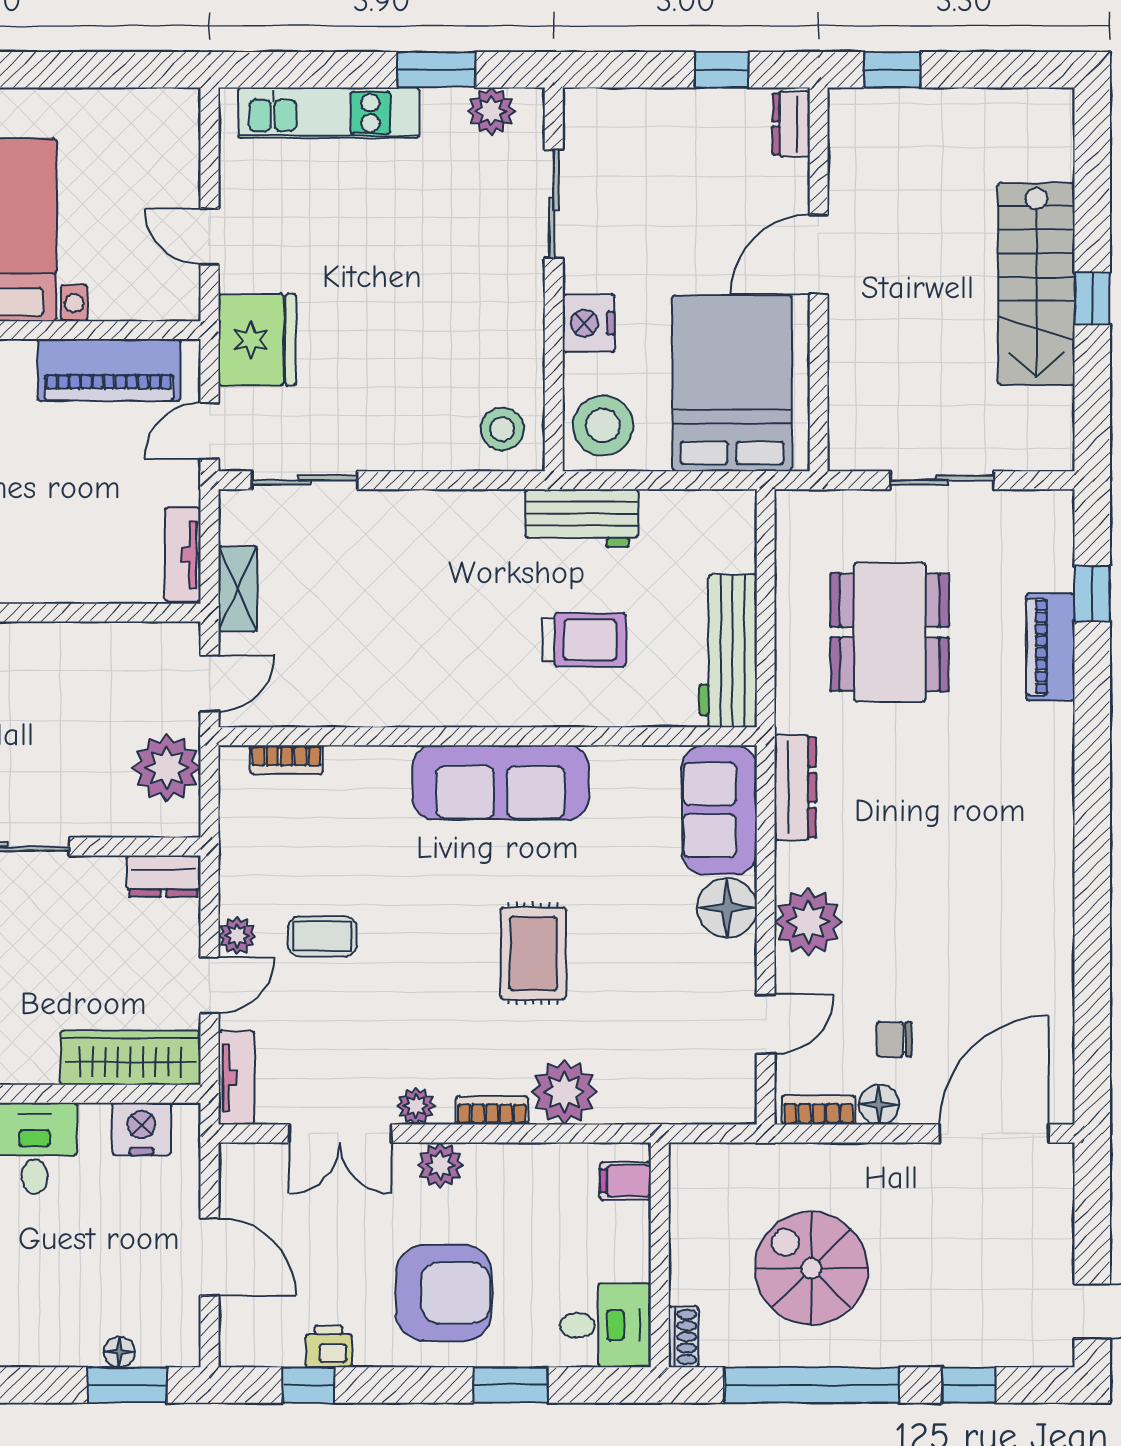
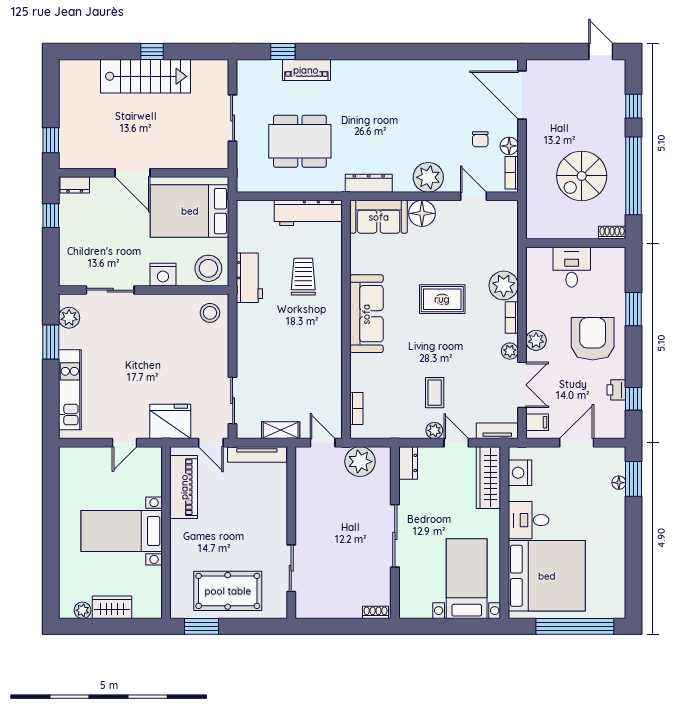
tv unit: (183, 555) -> (257, 454), width x1.41
filing cabinet: (625, 1181) -> (537, 422), moved, turned -90
desk: (605, 1325) -> (572, 267), moved

